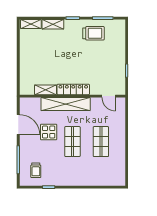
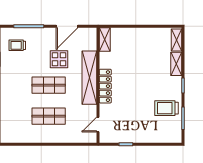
trolley: (93, 33) -> (166, 108), turned 90
shelving: (45, 90) -> (105, 40), moved

